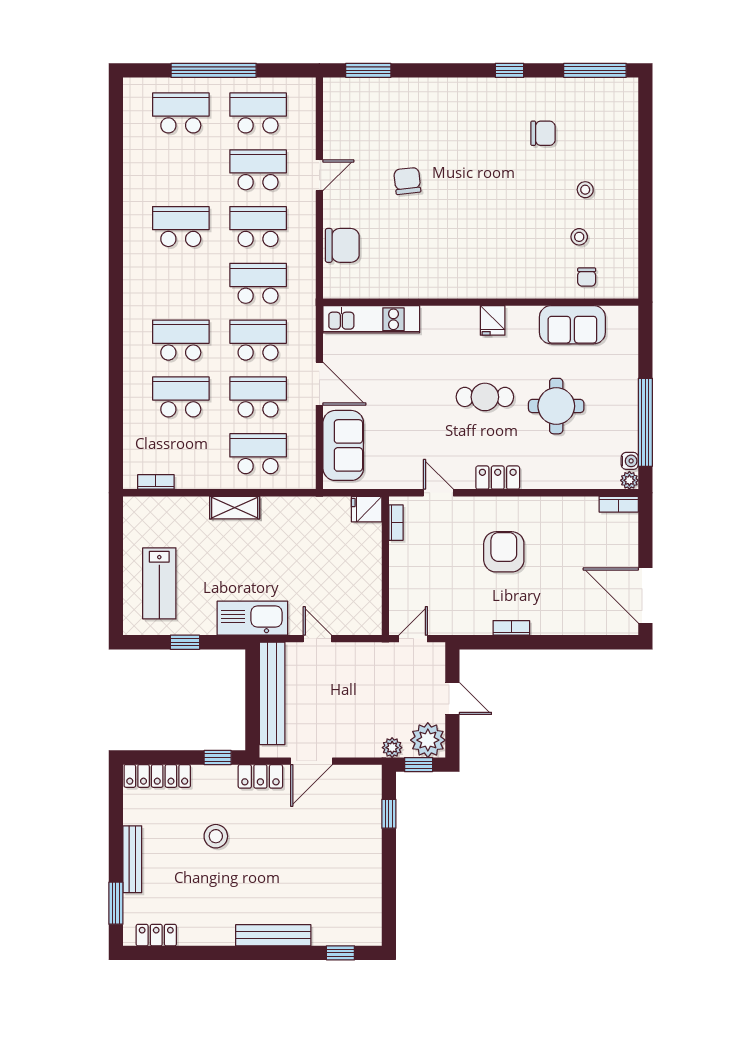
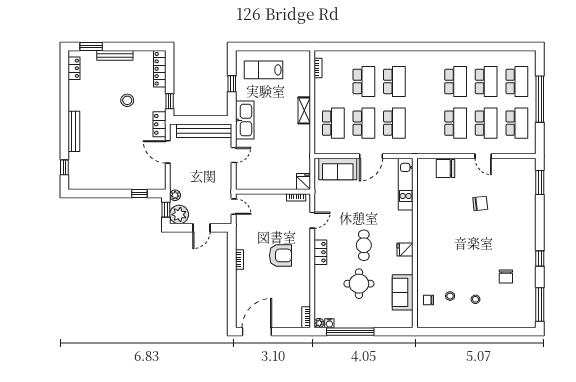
chair: (342, 245) -> (445, 168), turned 90
school desk: (258, 283) -> (486, 81), moved

